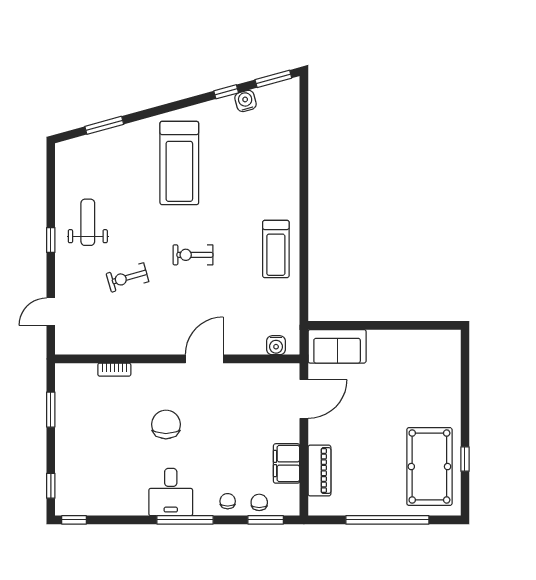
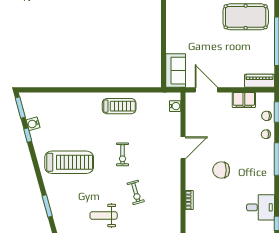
door: (204, 359) -> (183, 148), swing flipped
piano: (319, 471) -> (259, 81), moved
desk: (171, 492) -> (261, 207), moved

